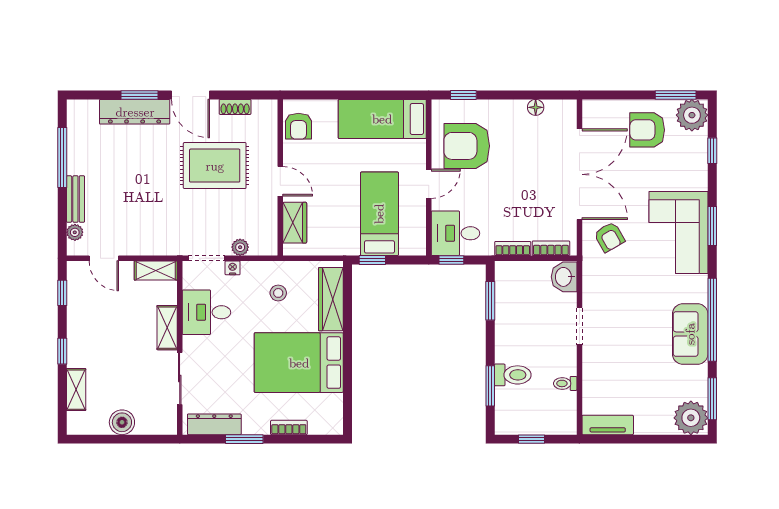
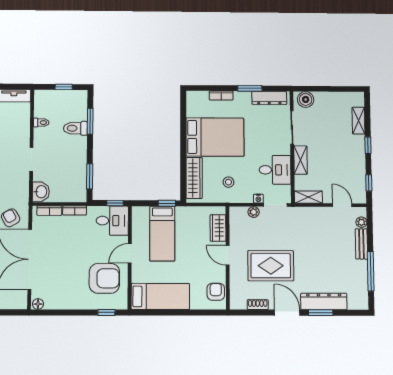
floor lamp: (536, 107) -> (38, 304), moved
boiler: (122, 422) -> (306, 99), moved

